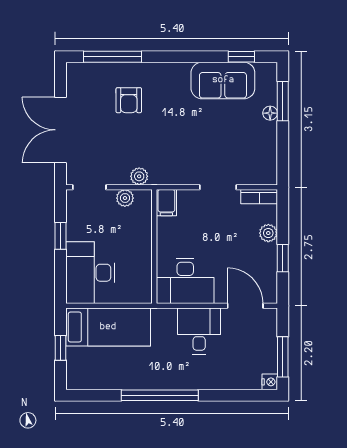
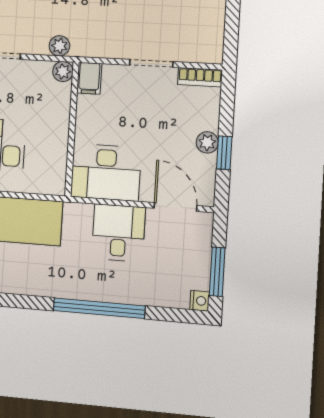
plant: (125, 198) -> (63, 72), moved
plant: (268, 233) -> (207, 142), moved
window: (160, 395) -> (99, 308), moved

